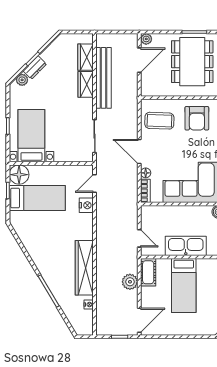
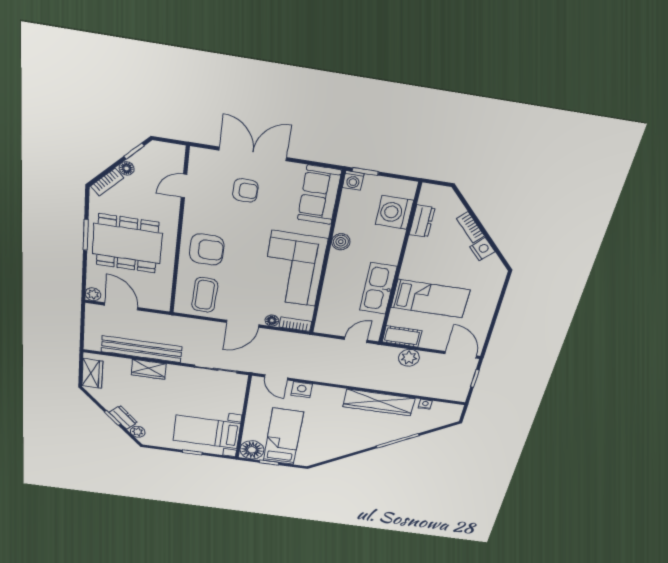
wardrobe: (85, 57) -> (92, 373), moved, turned -90

